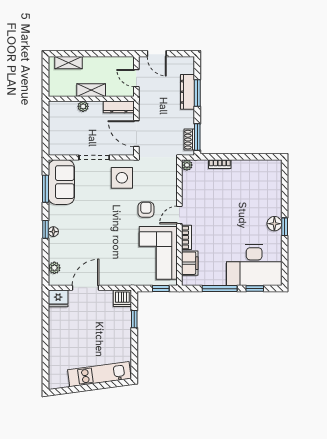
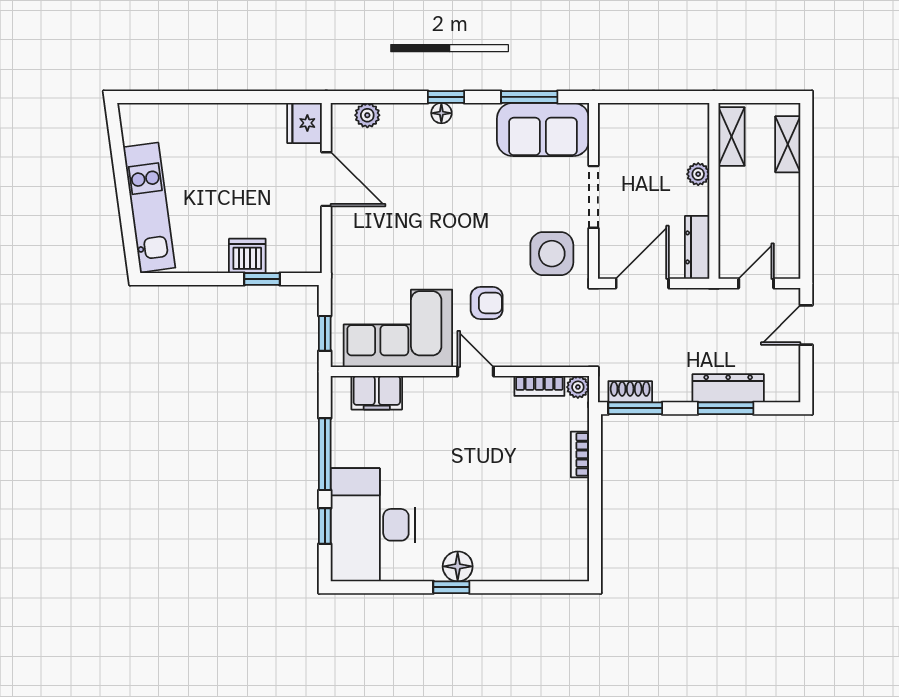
shelving: (91, 90) -> (731, 137), moved
bookcase: (186, 237) -> (539, 386), moved
dishwasher: (122, 298) -> (247, 256), moved, turned 90

